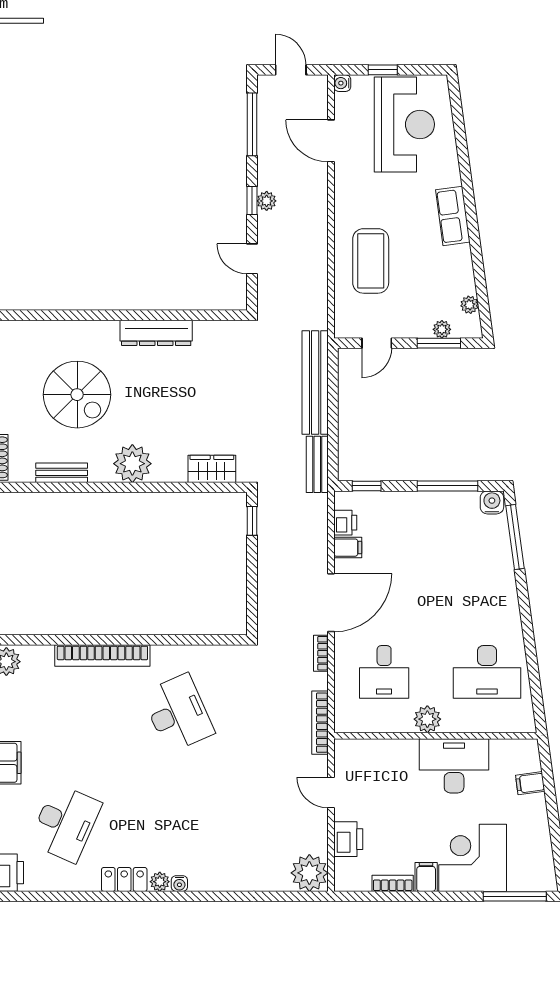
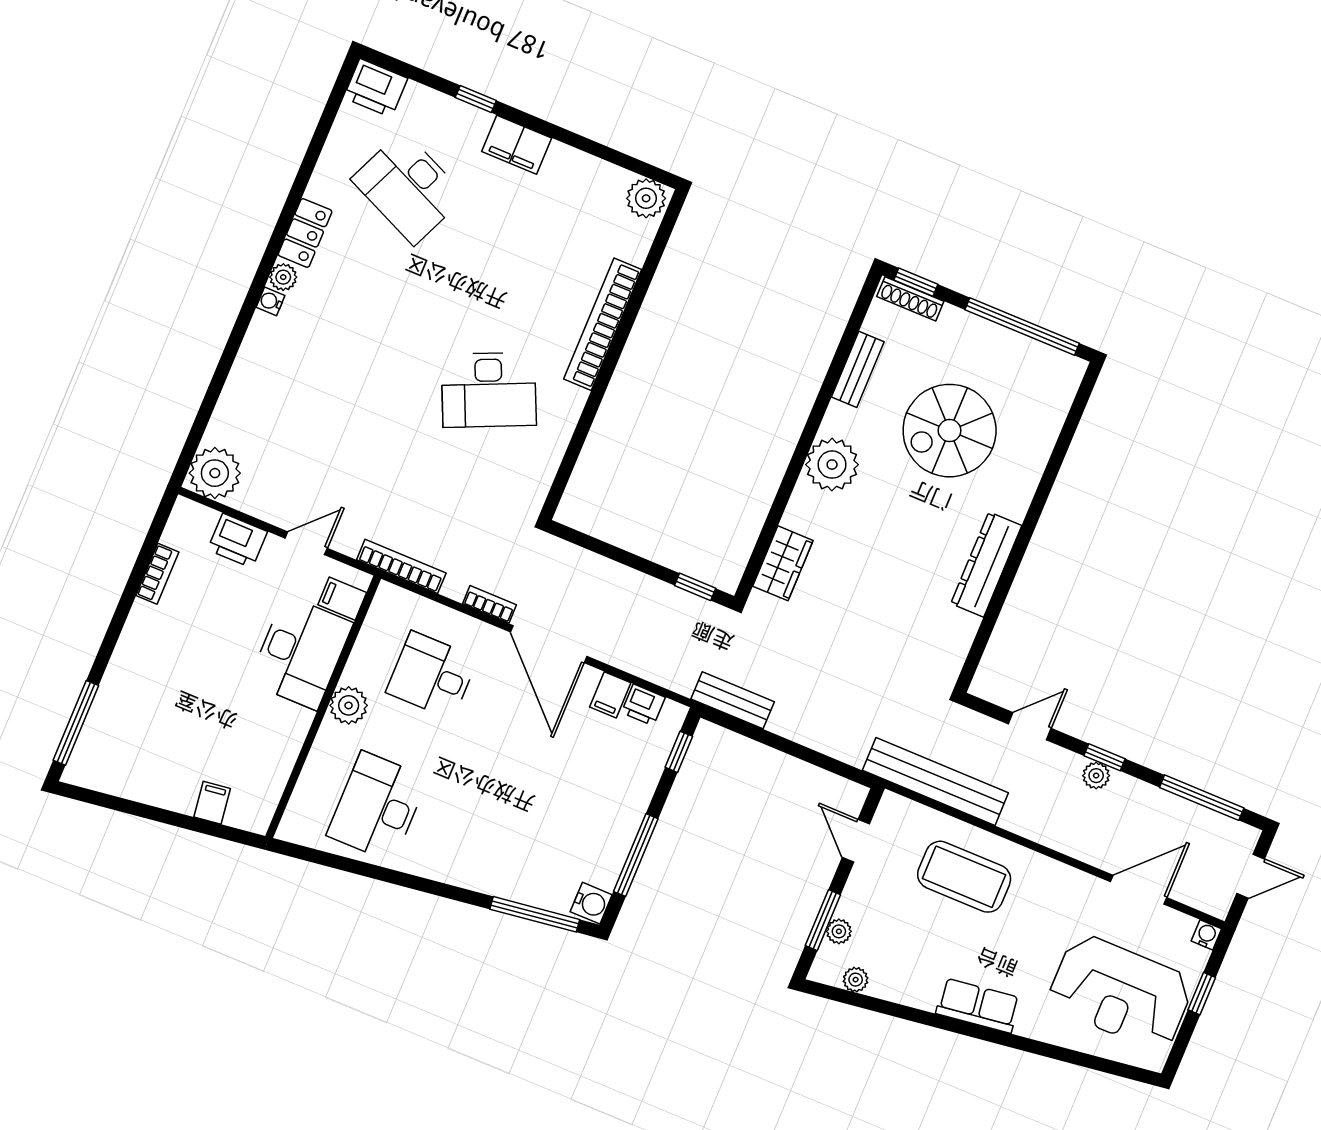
bench: (315, 382) -> (935, 781), moved
desk: (454, 766) -> (301, 653), moved
corner desk: (473, 858) -> (147, 690), removed
filing cabinet: (426, 877) -> (342, 599), moved, turned 180

